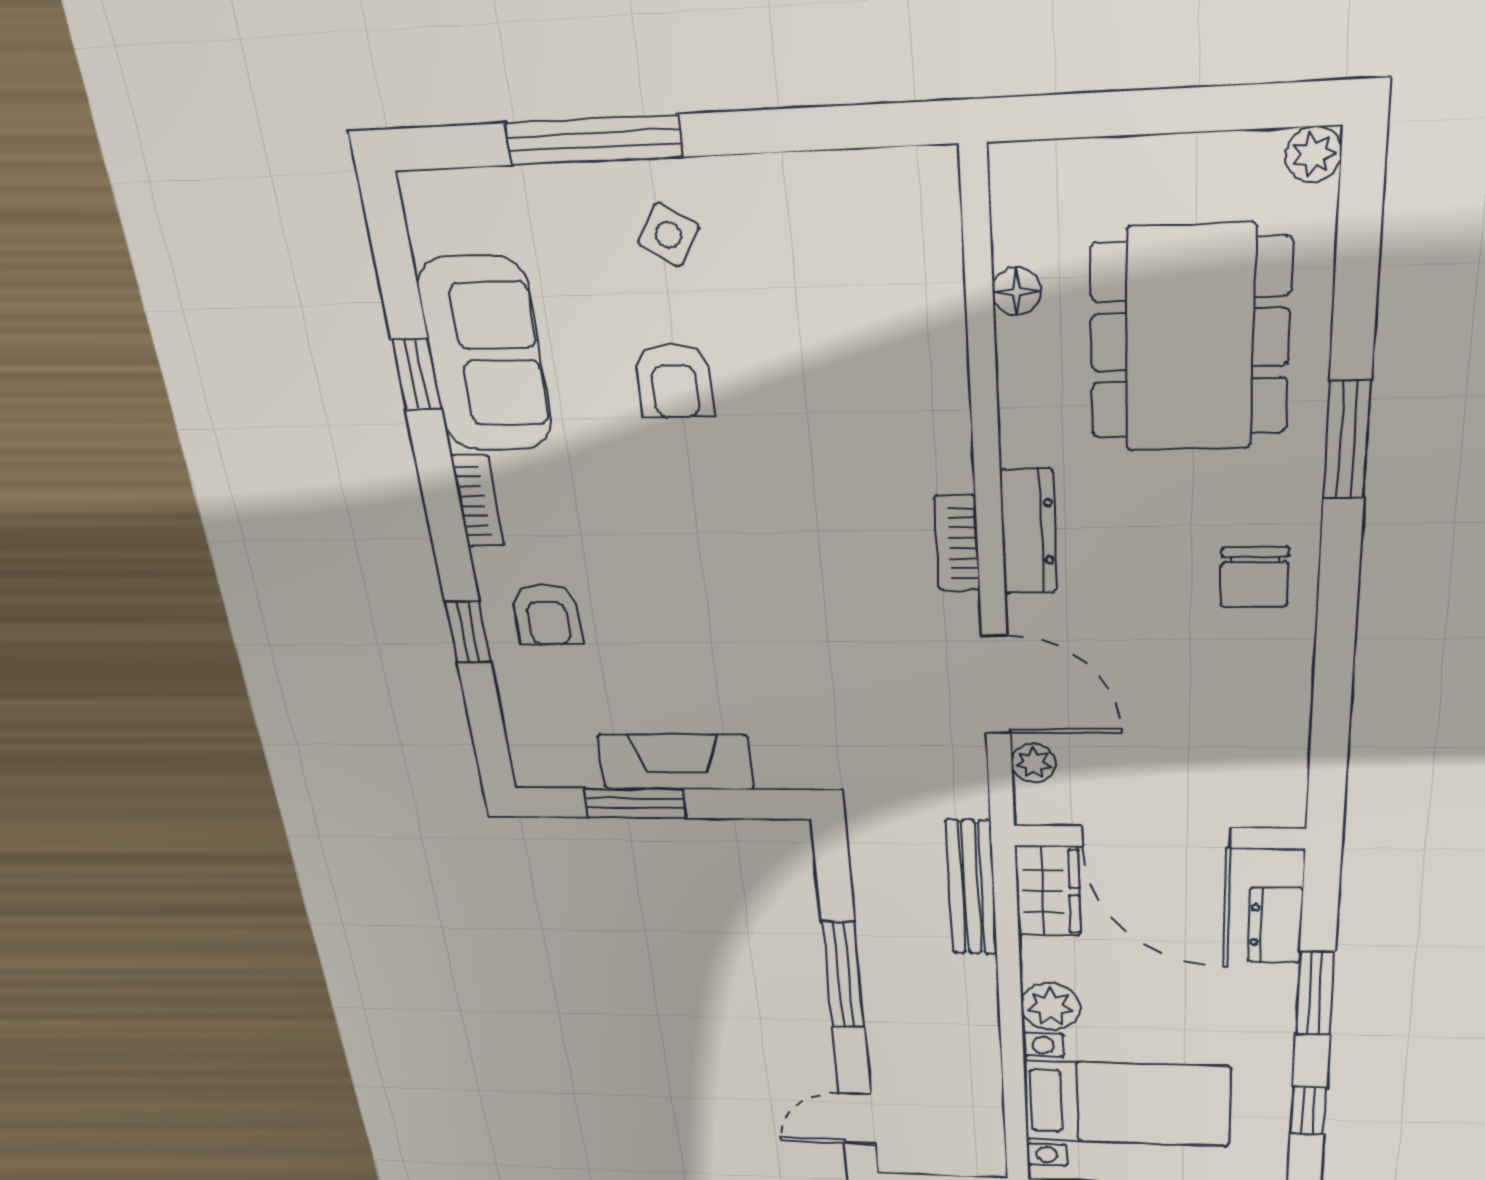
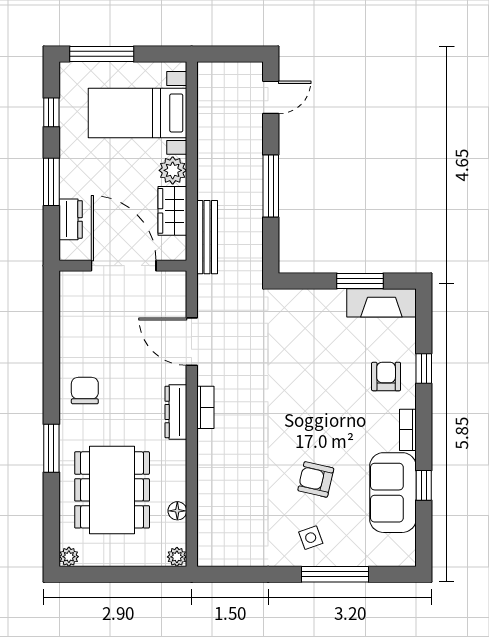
side table: (668, 235) -> (311, 538), turned 38
armchair: (674, 381) -> (316, 479), turned -77
fireplace: (676, 762) -> (381, 303), moved
plant: (1034, 763) -> (177, 557), moved
wardrobe: (1048, 891) -> (172, 211), moved

